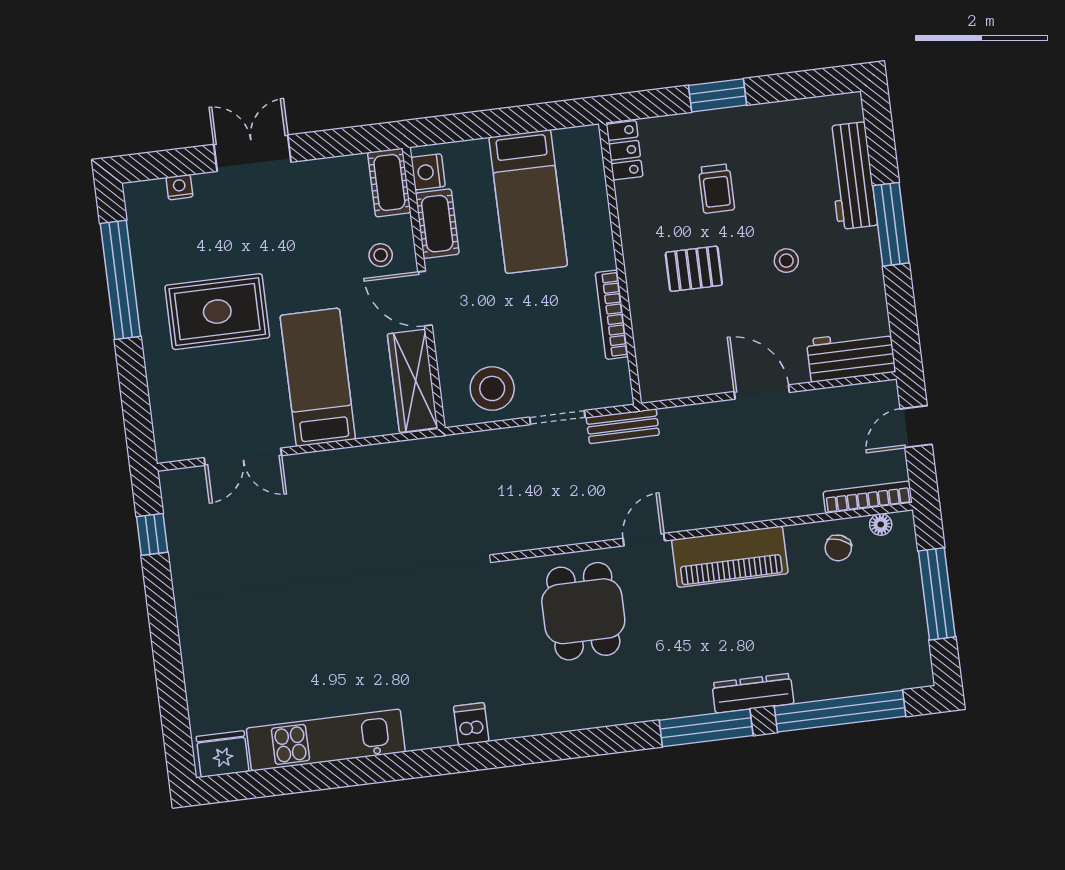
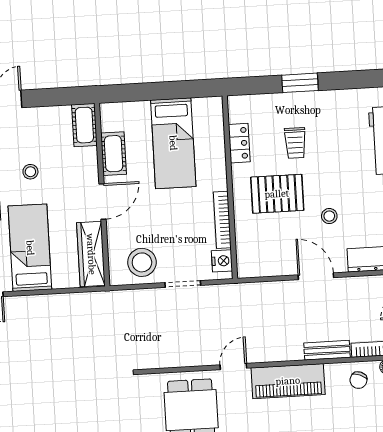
locker: (624, 150) -> (239, 143), moved
nightstand: (428, 172) -> (222, 261), moved, turned 180
stool: (381, 255) -> (30, 172), moved
stool: (786, 261) -> (329, 216), moved
pallet: (694, 269) -> (277, 194), width x1.50, depth x1.42
door: (425, 299) -> (102, 201), swing flipped
bench: (623, 426) -> (327, 350), moved

